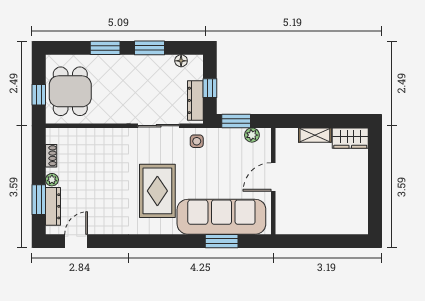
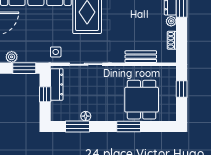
window: (149, 48) -> (78, 126), moved
floor lamp: (181, 61) -> (86, 116), moved
dining table: (70, 91) -> (142, 100), moved
bench: (90, 135) -> (141, 57), added

